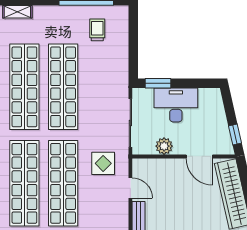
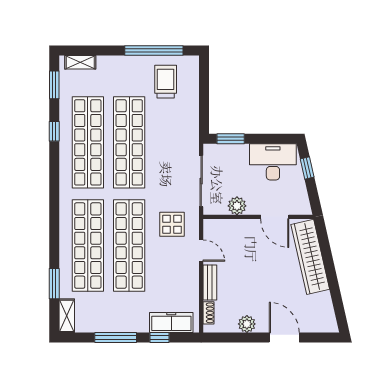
trolley: (97, 30) -> (166, 82), width x1.36, depth x1.39
desk: (176, 105) -> (273, 162), moved
window: (235, 135) -> (307, 168), moved

